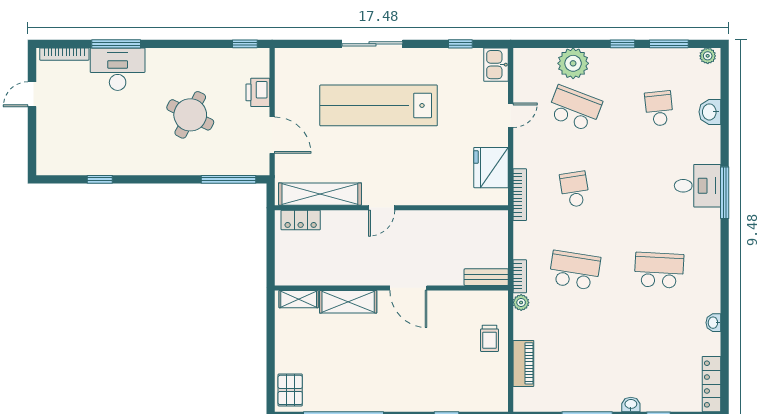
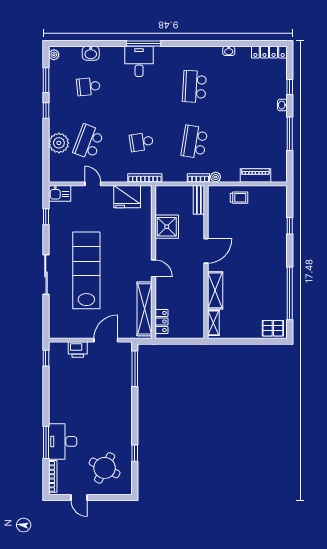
lab bench: (379, 105) -> (86, 270), turned 180
round table: (190, 115) -> (105, 468), moved
shower: (445, 228) -> (167, 227), added

